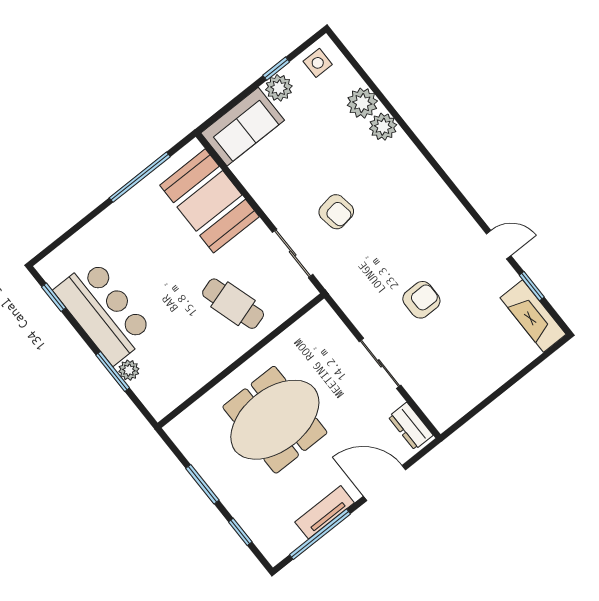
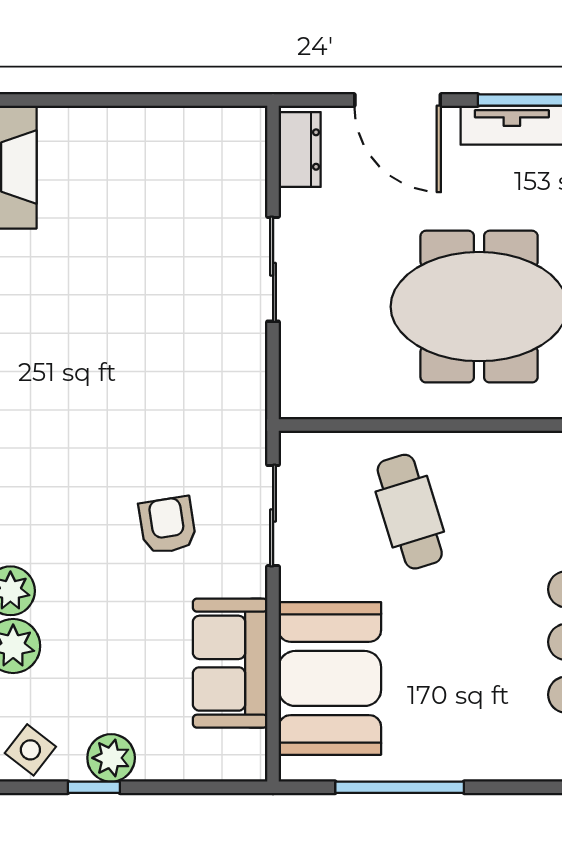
side table: (318, 63) -> (30, 750), turned 38
sofa: (243, 127) -> (230, 663), moved, turned -90
armchair: (421, 300) -> (147, 311), removed

